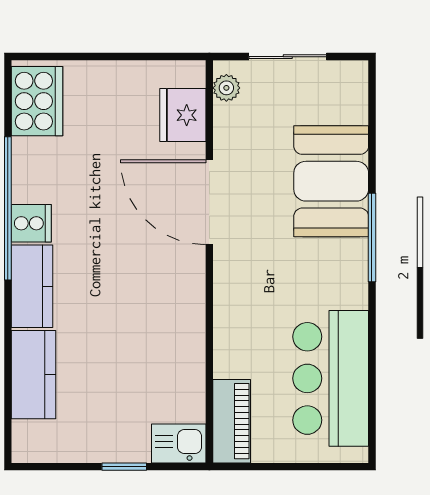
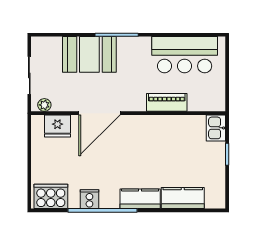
cooker: (31, 223) -> (89, 199), moved
piano: (232, 421) -> (167, 102), moved

